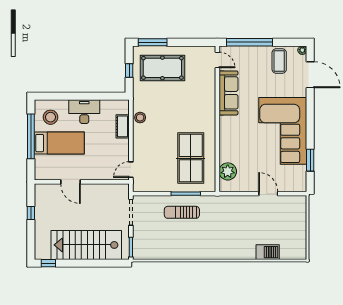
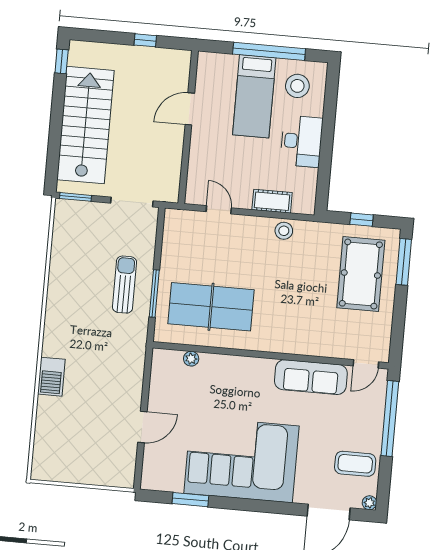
door: (131, 170) -> (219, 210), moved
plant: (228, 171) -> (191, 359), width x0.53, depth x0.53
barbecue: (268, 252) -> (51, 377), moved

